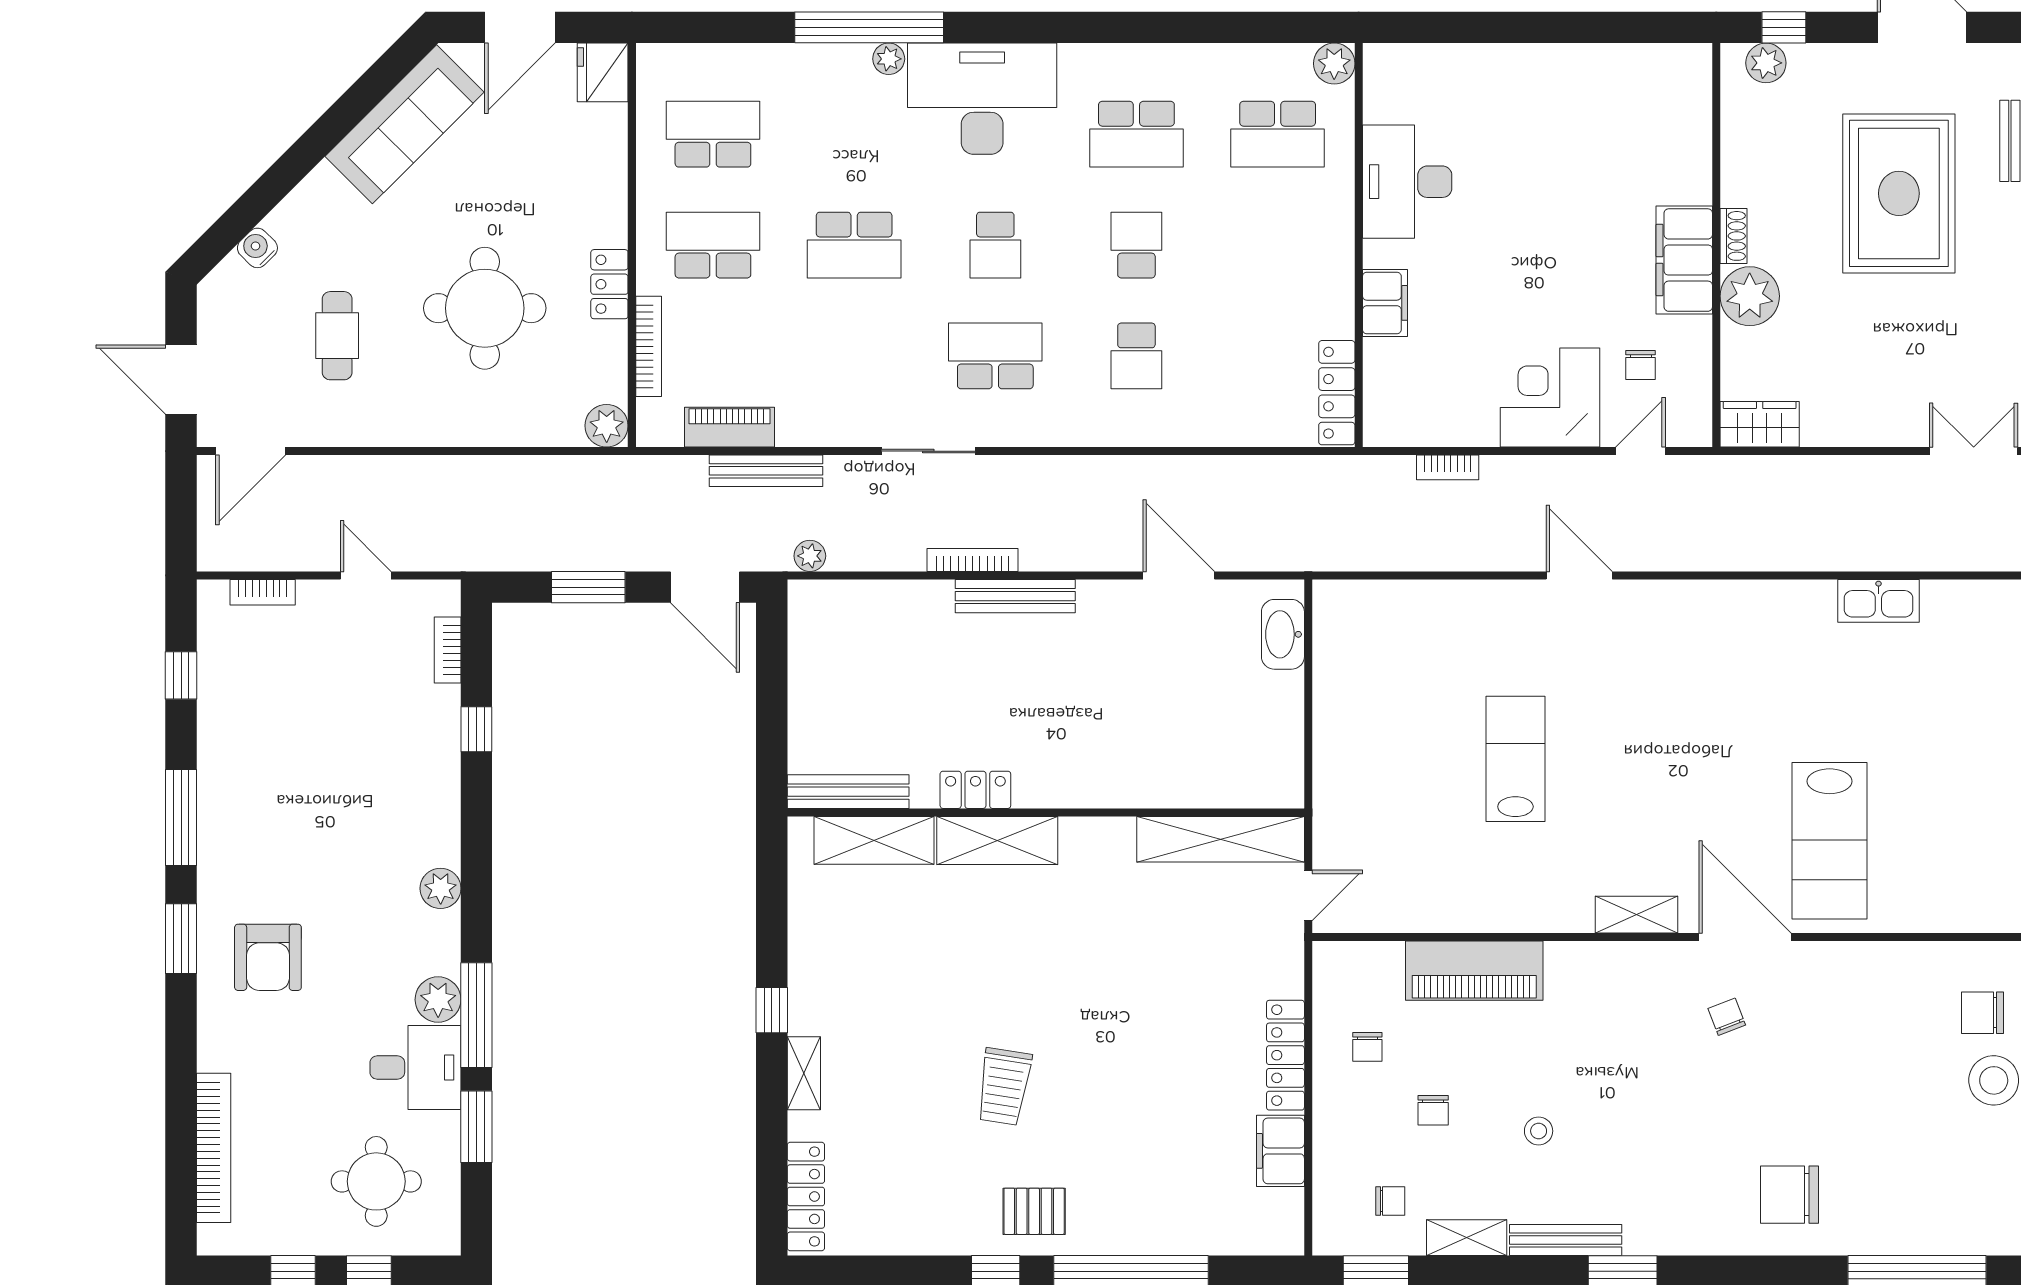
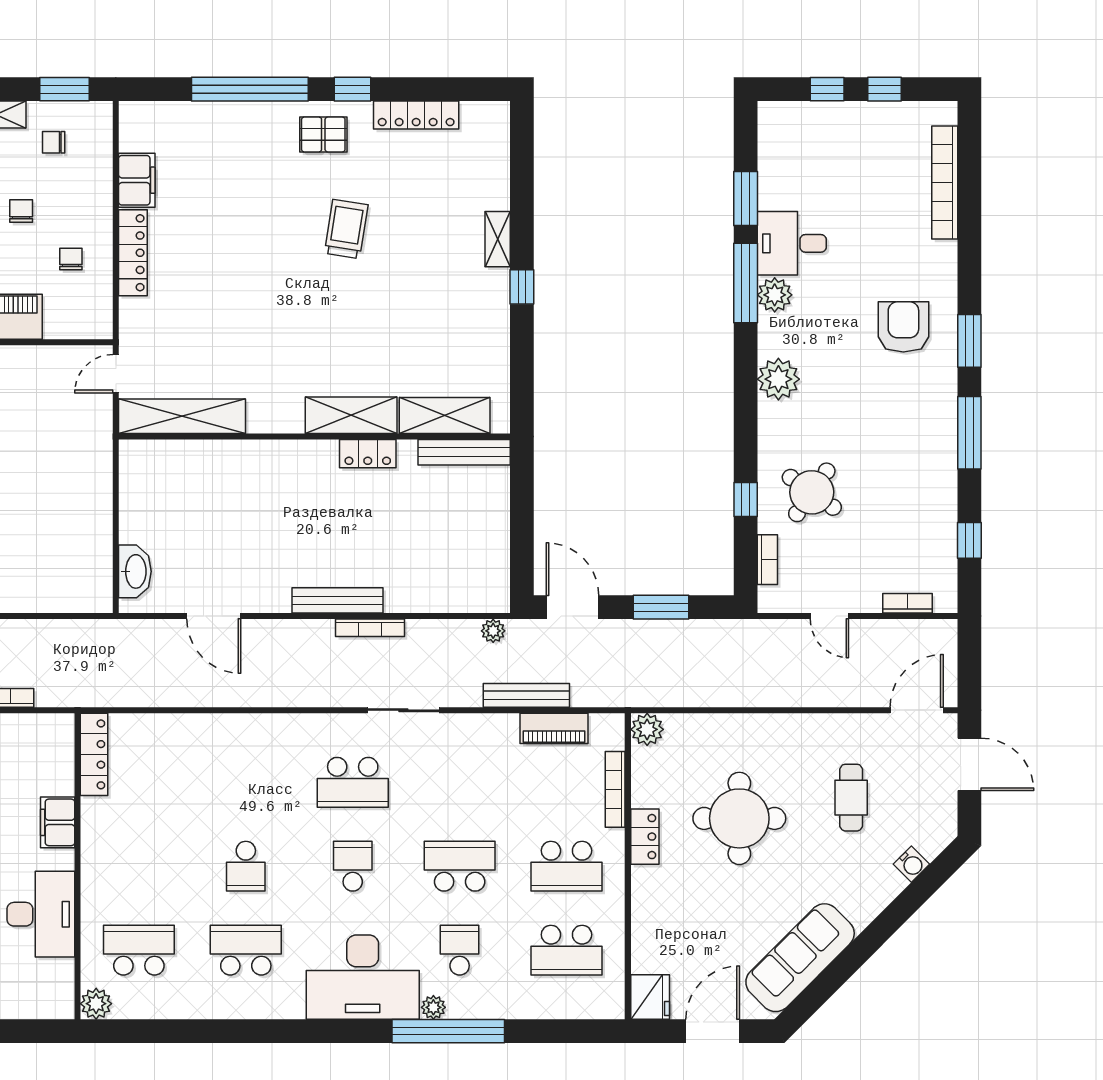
school desk: (1136, 356) -> (460, 950), moved
plant: (441, 888) -> (778, 379), width x1.36, depth x1.36
round table: (376, 1181) -> (812, 492), moved, turned 35
locker: (806, 1197) -> (416, 115), moved, turned -90

